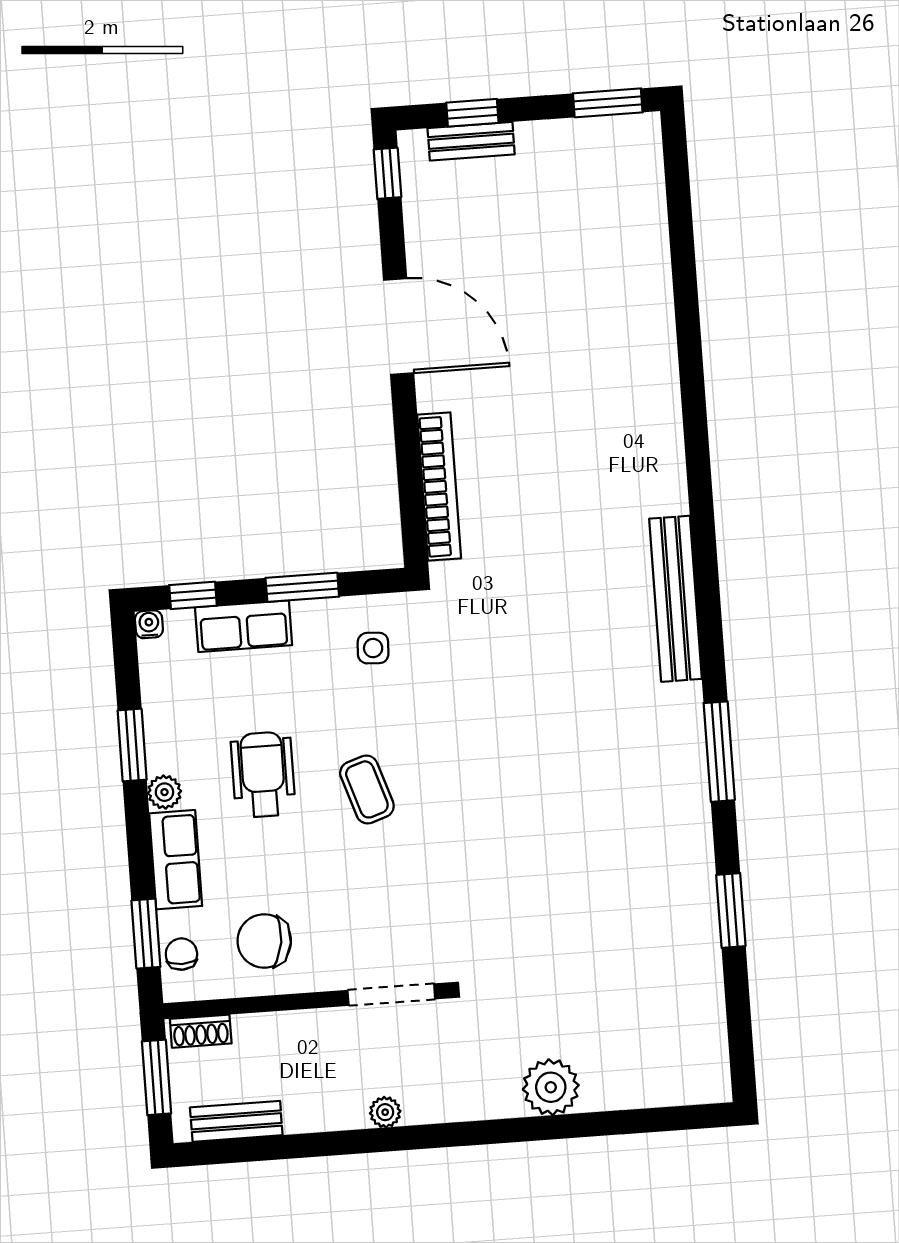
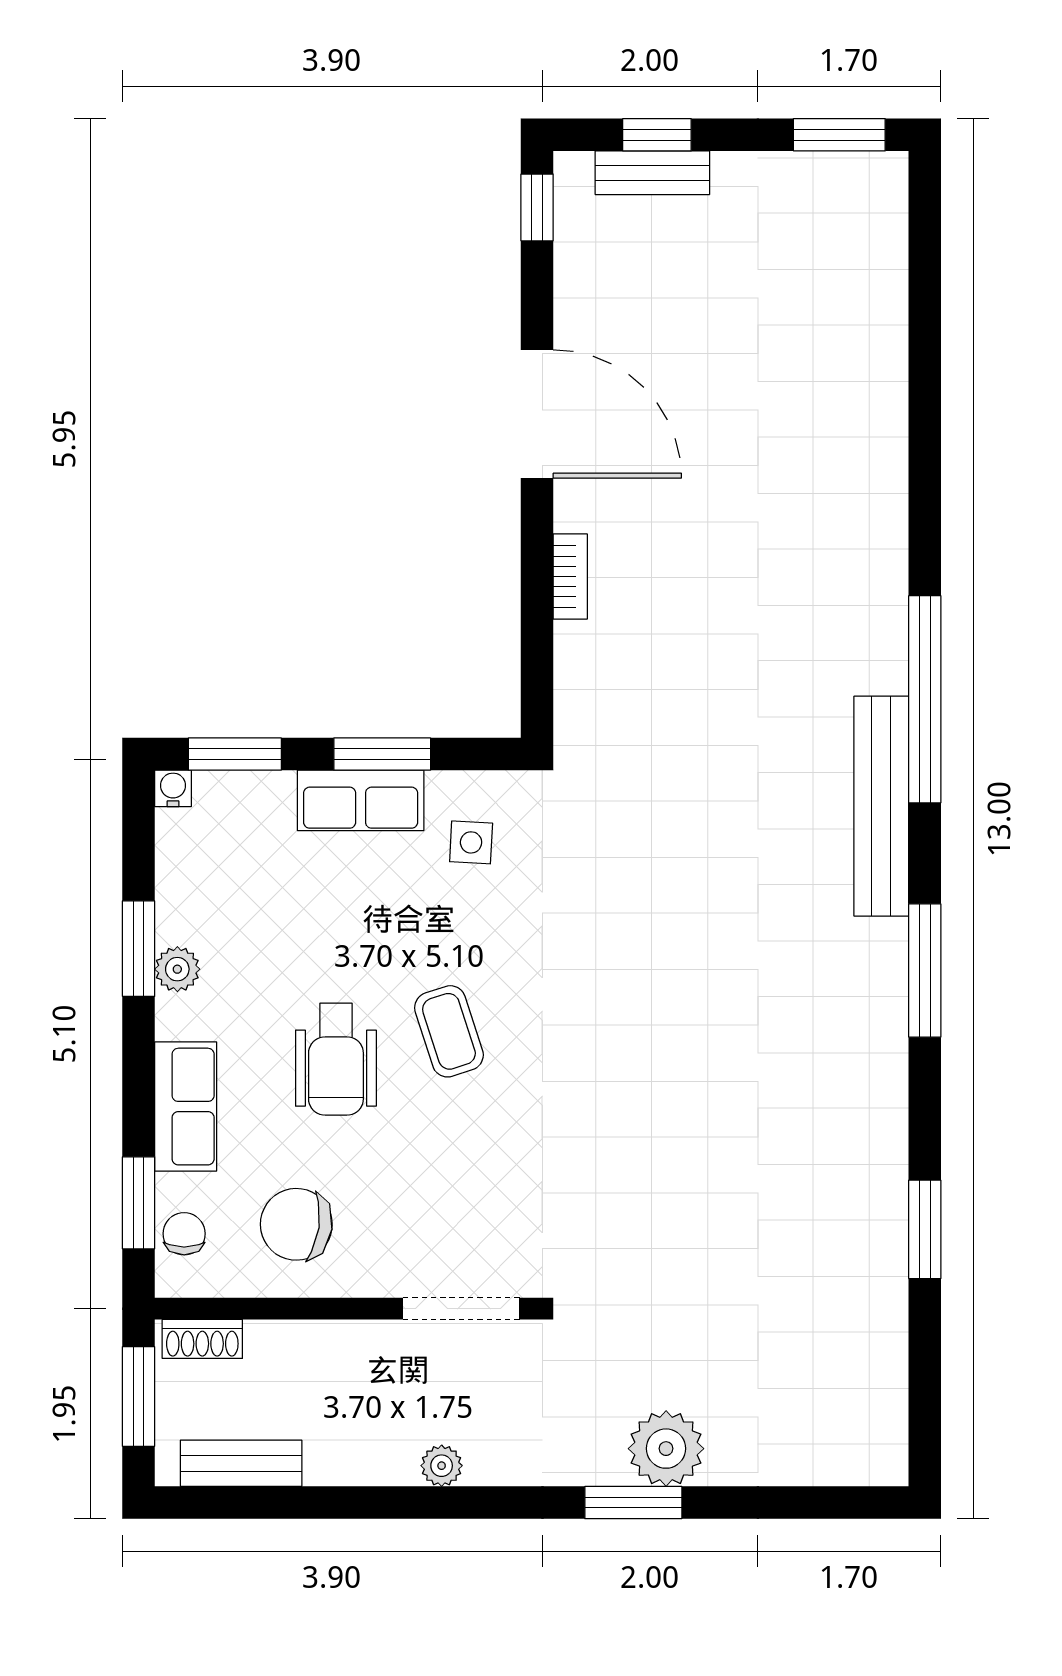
bookcase: (439, 487) -> (570, 577), width x0.43, depth x0.76
window: (702, 517) -> (925, 699), added
window: (193, 595) -> (235, 754), width x1.50
row of seats: (244, 626) -> (361, 800), moved
window: (719, 752) -> (925, 970), moved
wheelchair: (263, 775) -> (336, 1059), moved, turned 180
plant: (164, 792) -> (177, 969), moved
window: (529, 1129) -> (633, 1503), added

